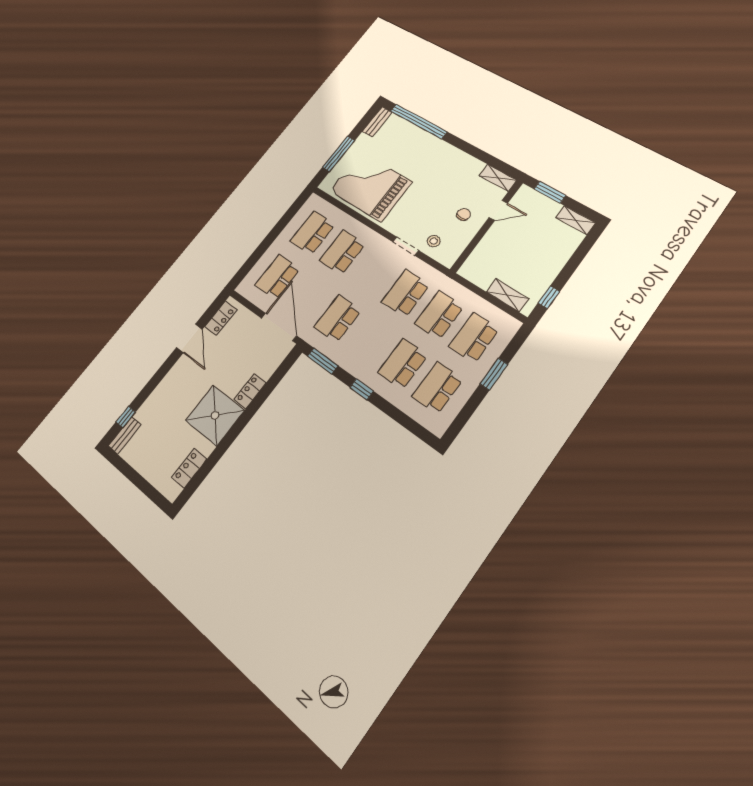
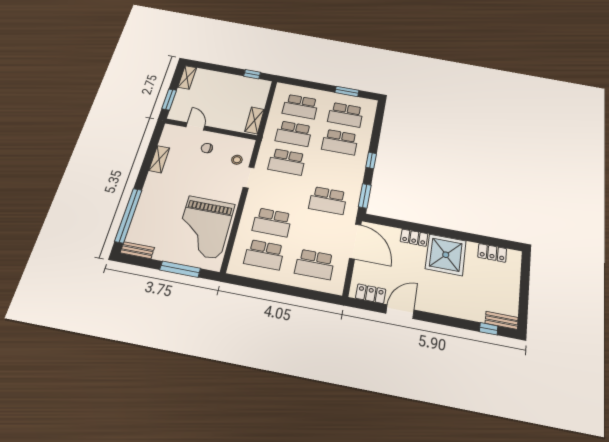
shelving: (498, 178) -> (159, 159), moved
shelving: (507, 295) -> (255, 120), moved
door: (279, 327) -> (355, 241), swing flipped
window: (494, 374) -> (347, 91), moved

